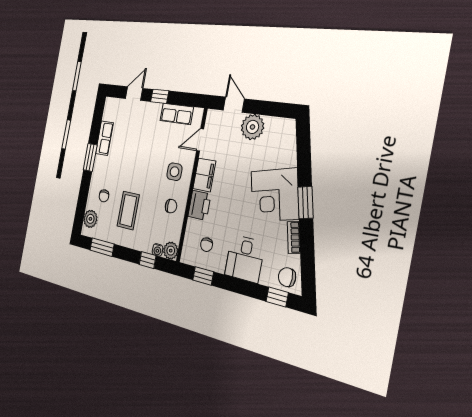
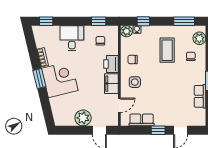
chair: (287, 277) -> (42, 34), removed

